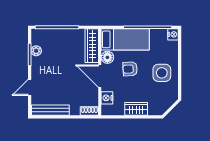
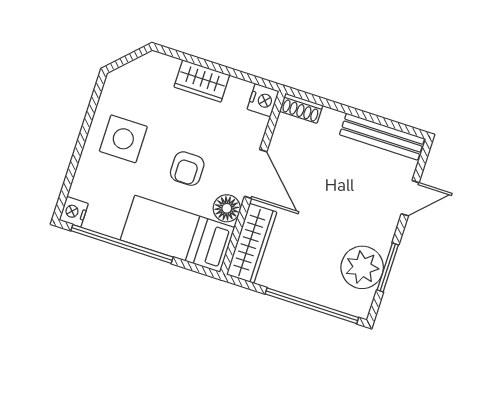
plant: (36, 51) -> (362, 267), width x1.88, depth x1.88
armchair: (130, 69) -> (187, 169), turned 93
nightstand: (107, 98) -> (263, 100), moved

